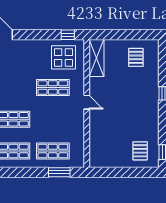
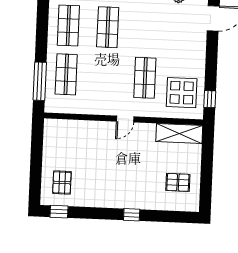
pallet: (140, 151) -> (62, 183), turned 90
window: (59, 172) -> (40, 81), width x1.44

